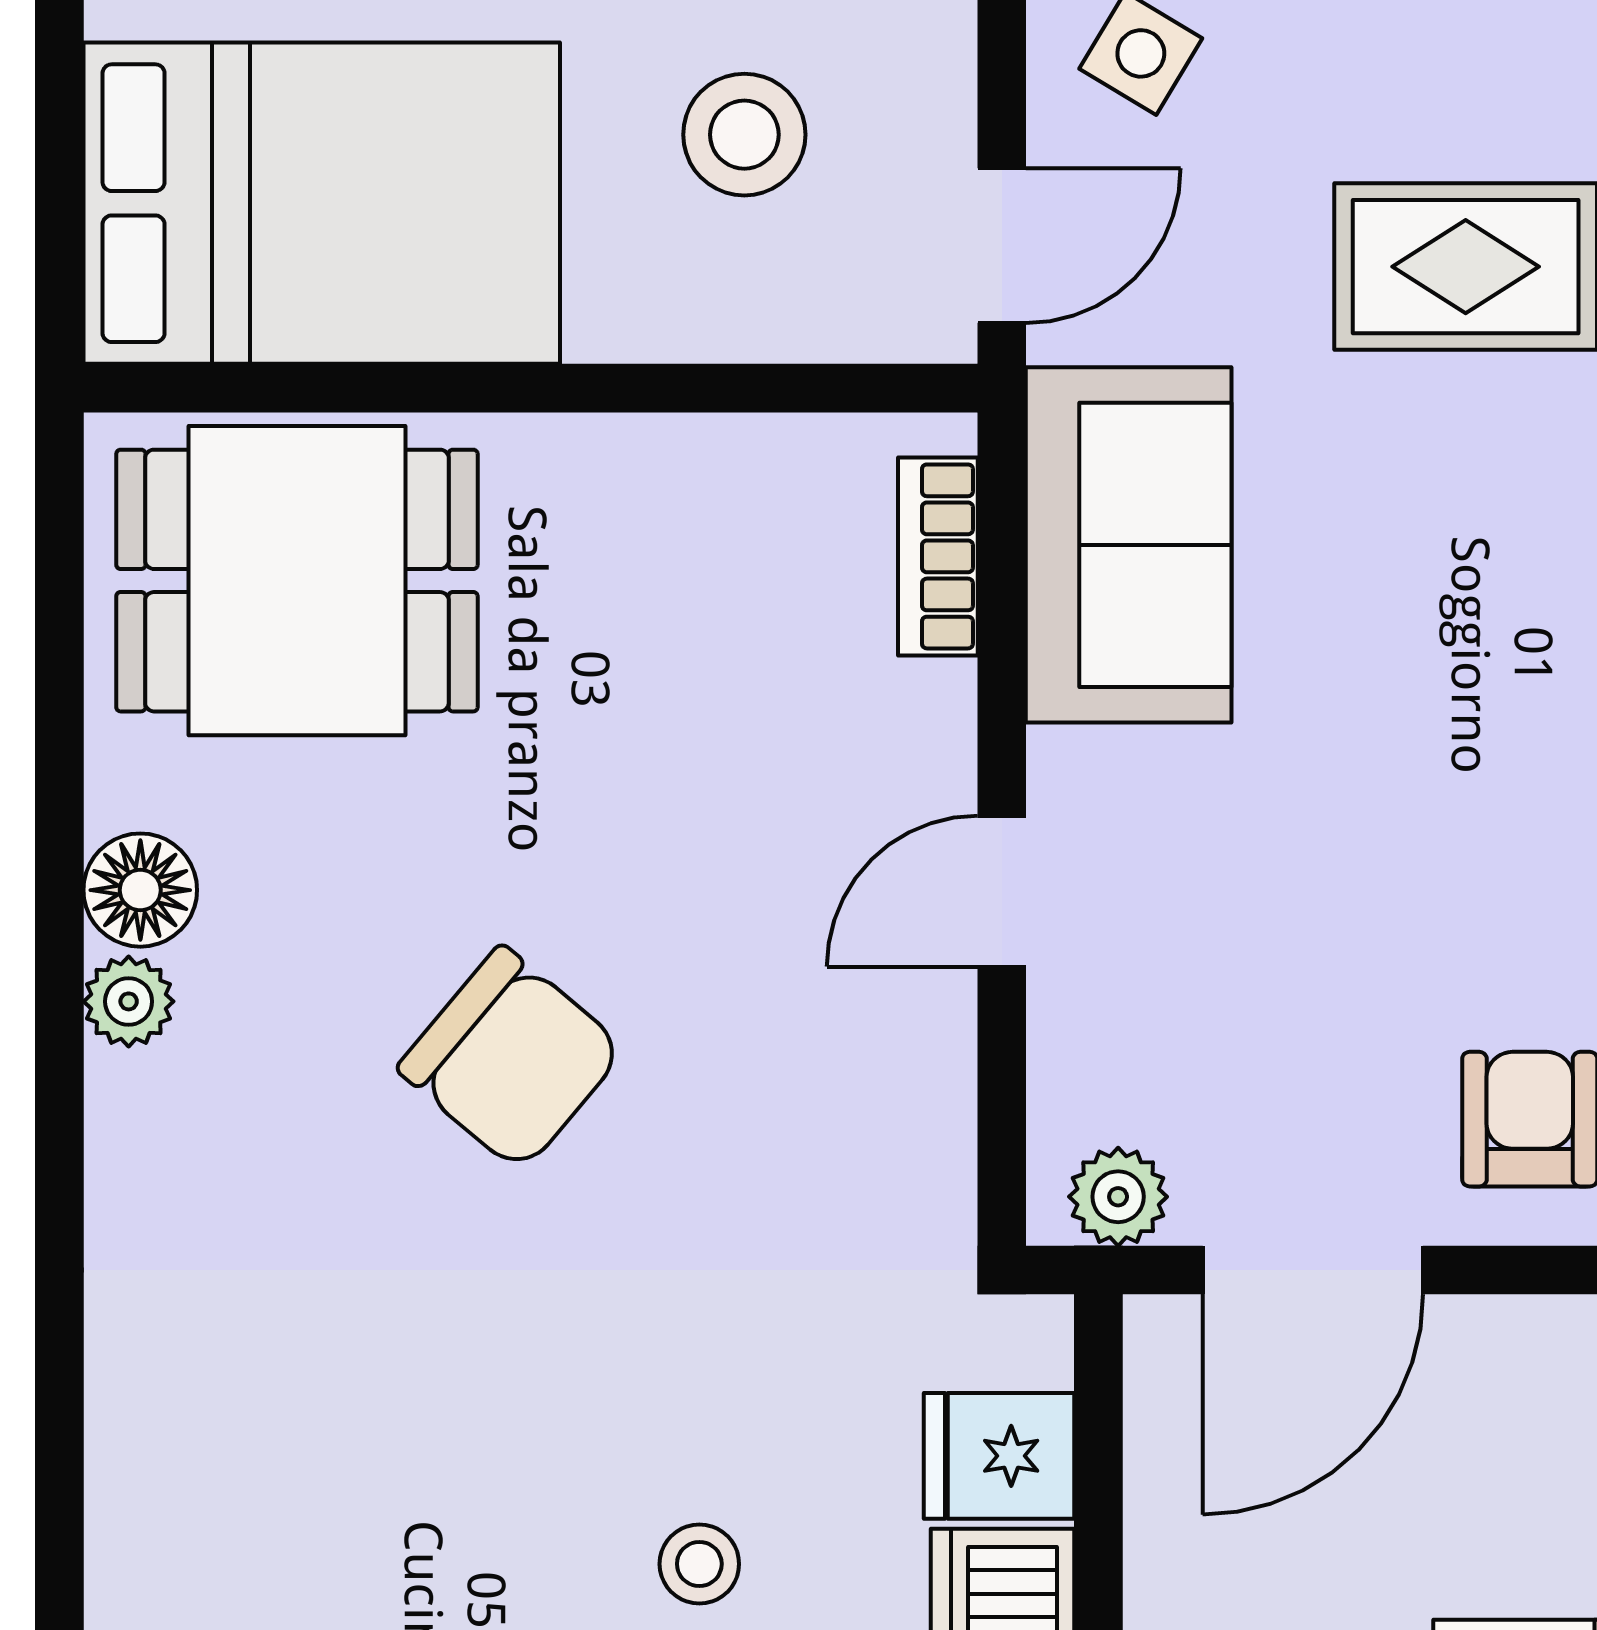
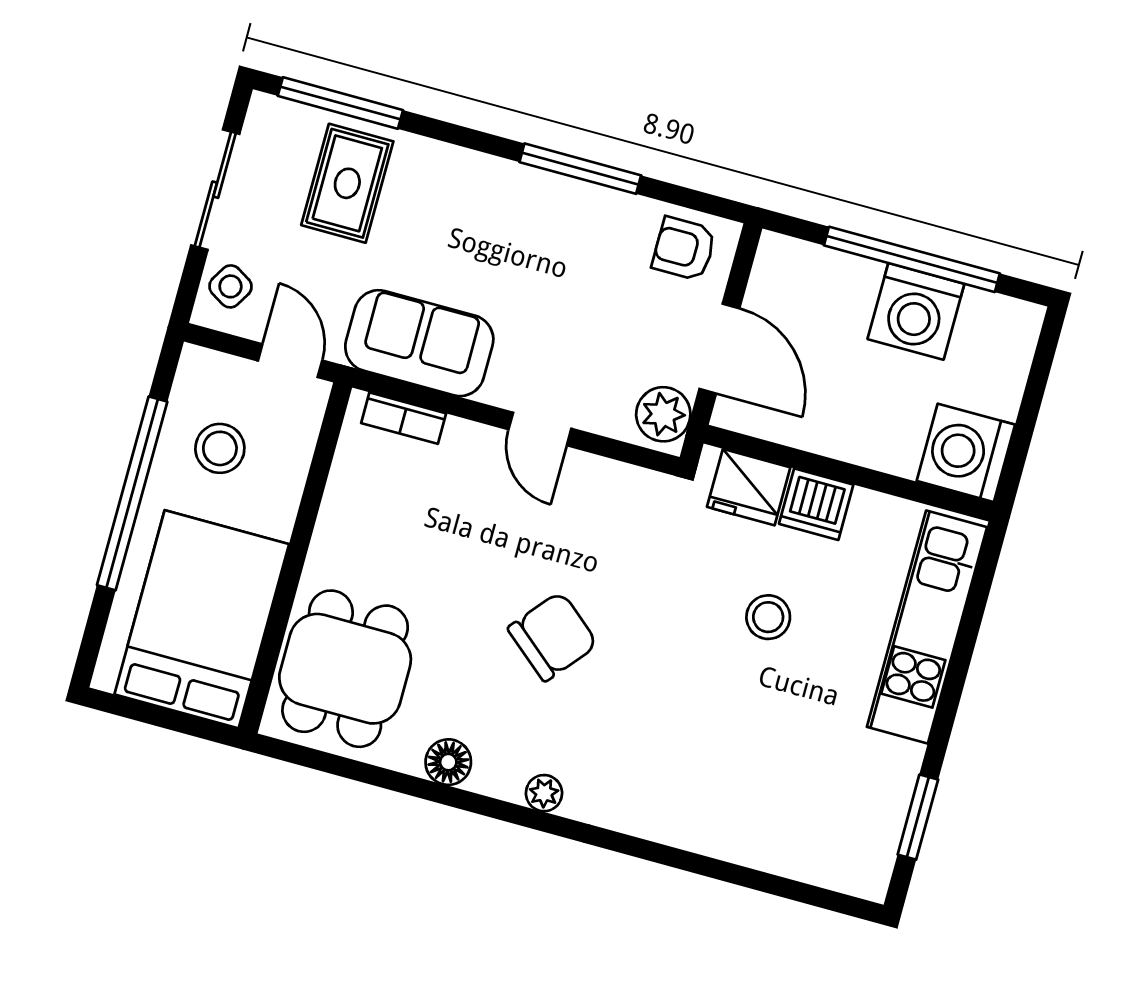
plant: (129, 1001) -> (544, 793), moved
plant: (1118, 1197) -> (663, 414), width x1.38, depth x1.38
fridge: (999, 1456) -> (749, 487), width x1.38
stool: (699, 1564) -> (768, 617), width x1.37, depth x1.37

